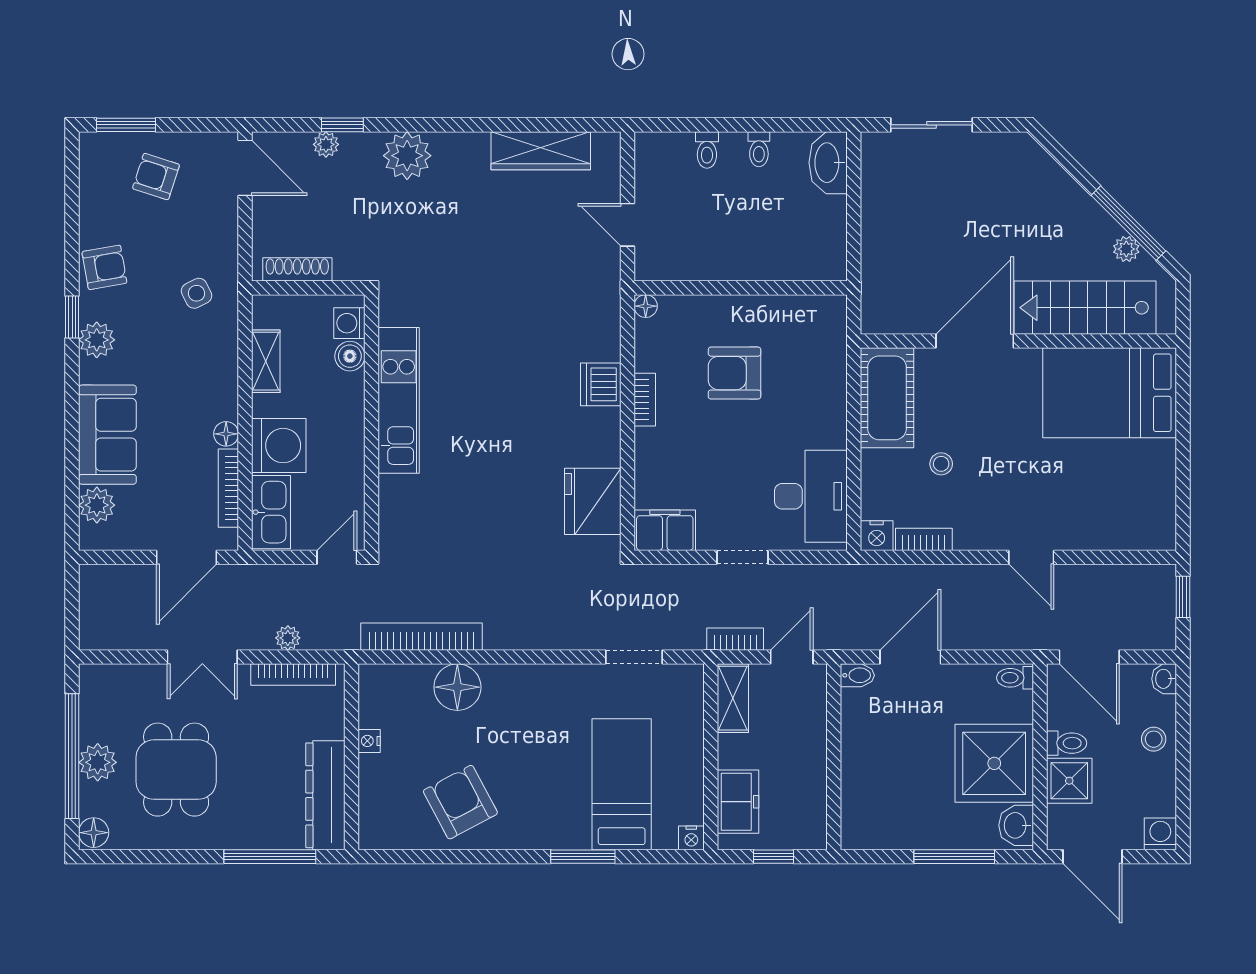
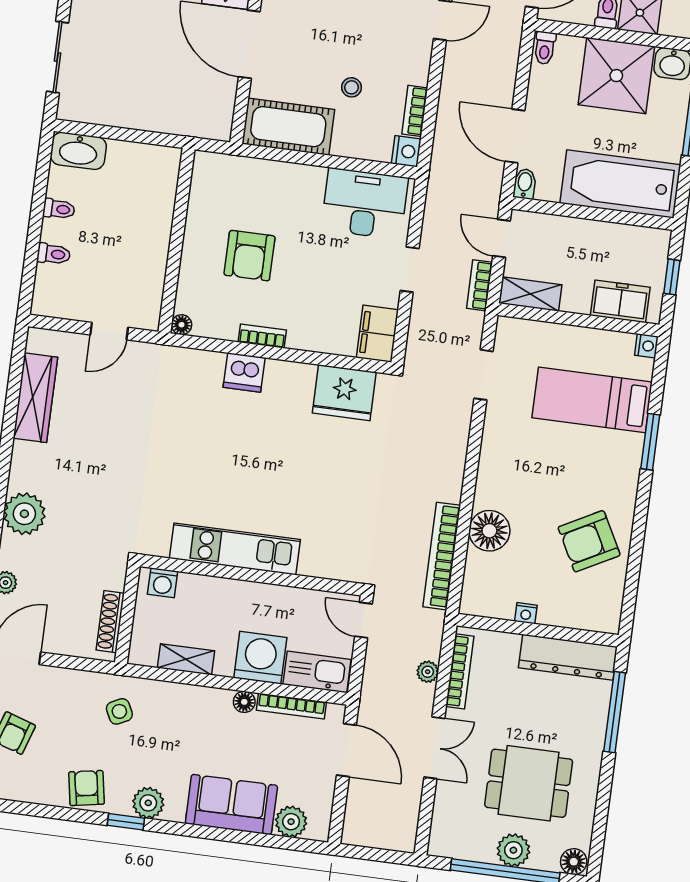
boiler: (350, 356) -> (191, 586), removed
bathtub: (871, 784) -> (620, 184), added

